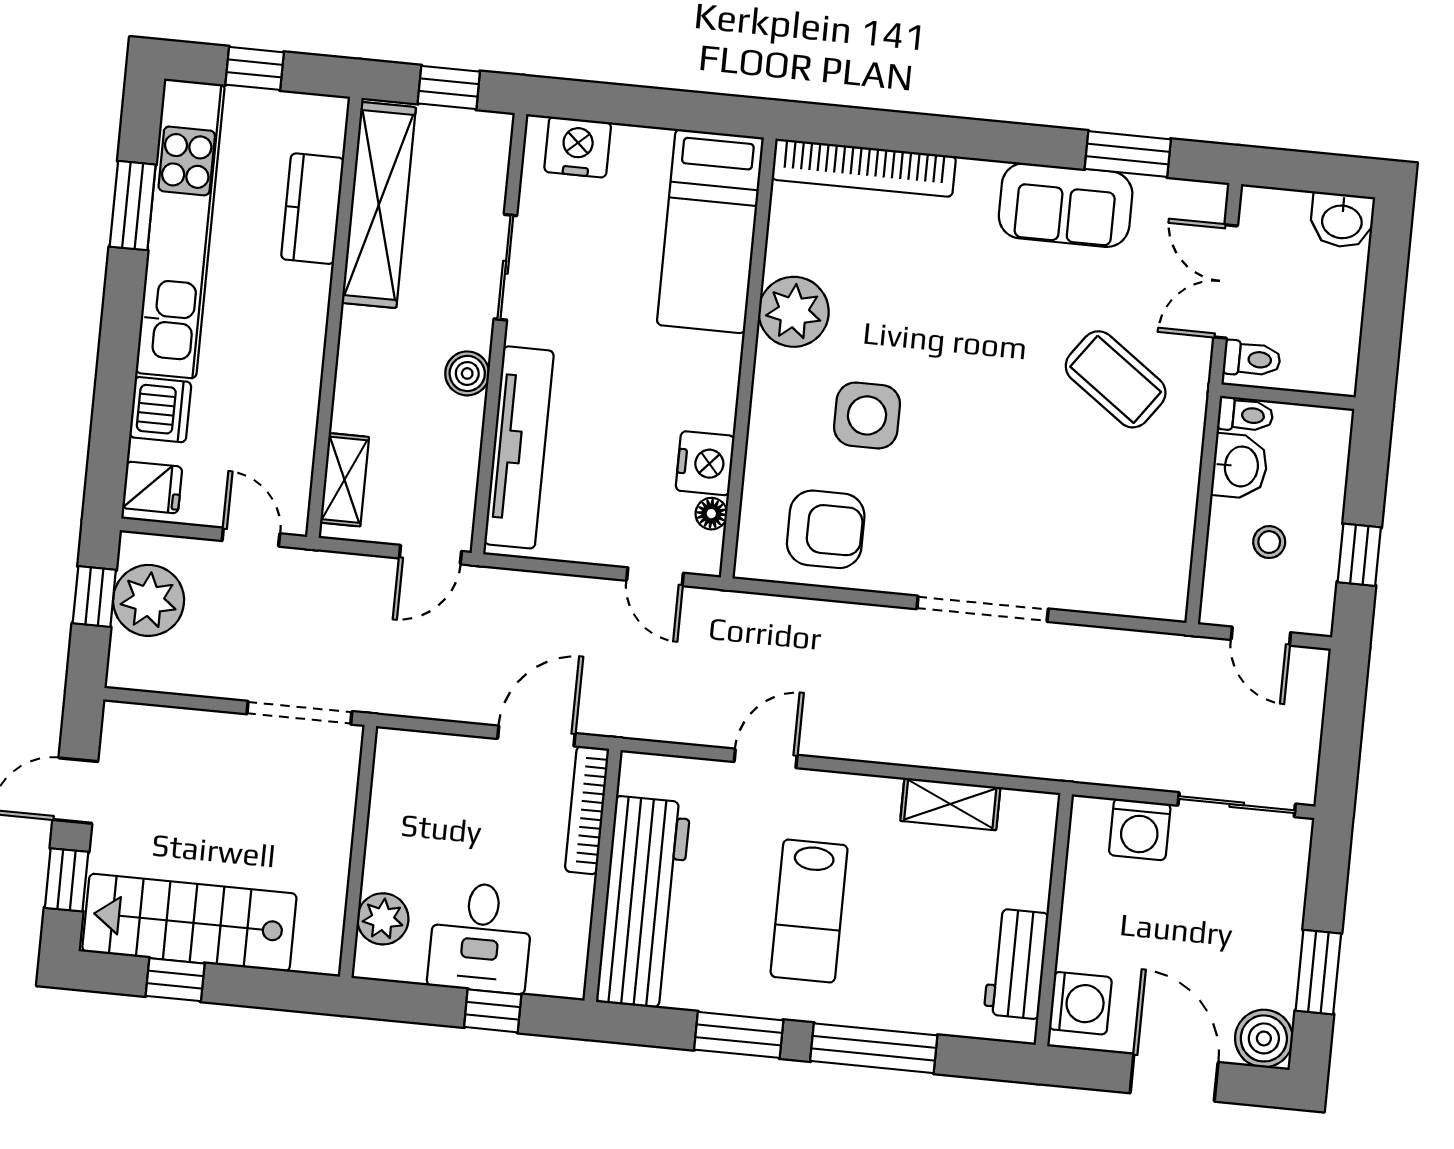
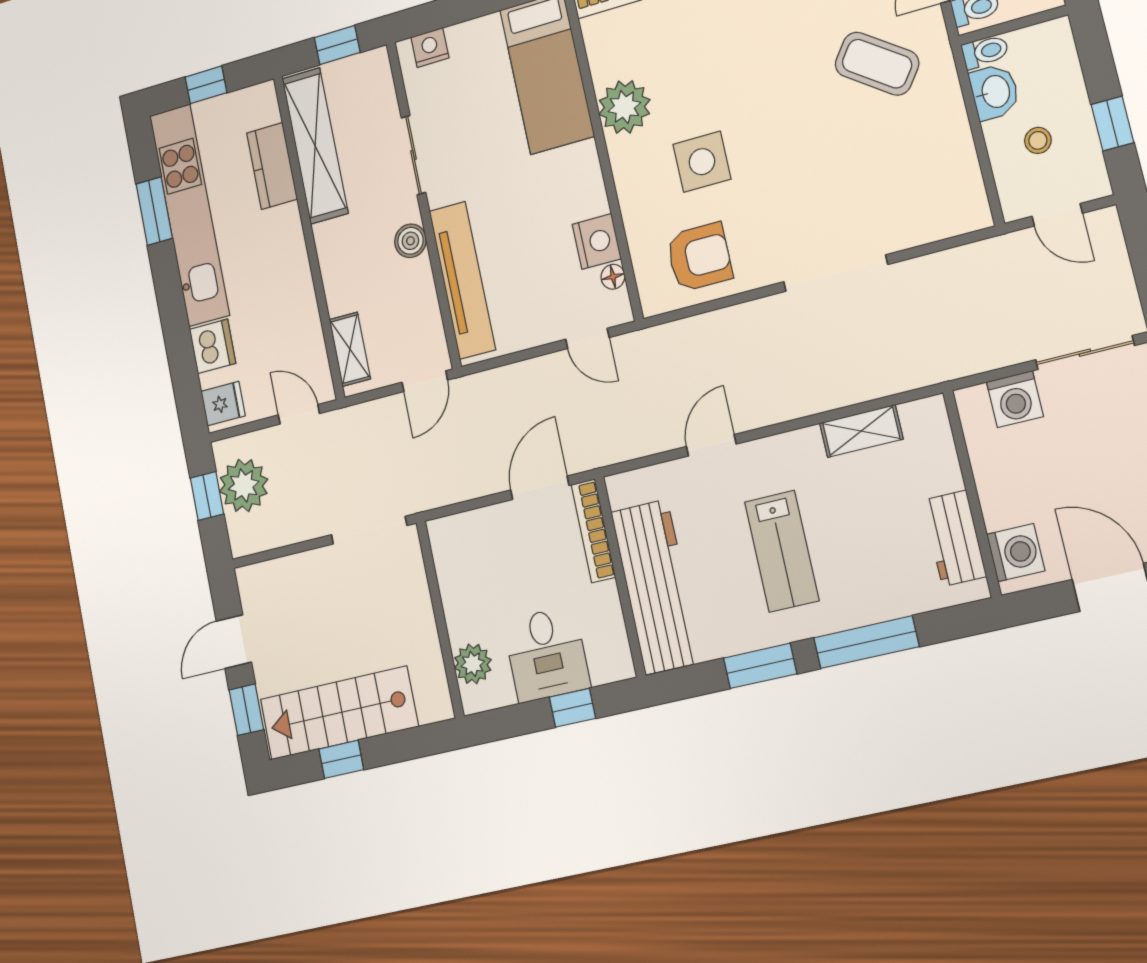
nightstand: (578, 147) -> (430, 48), width x0.74, depth x0.75

